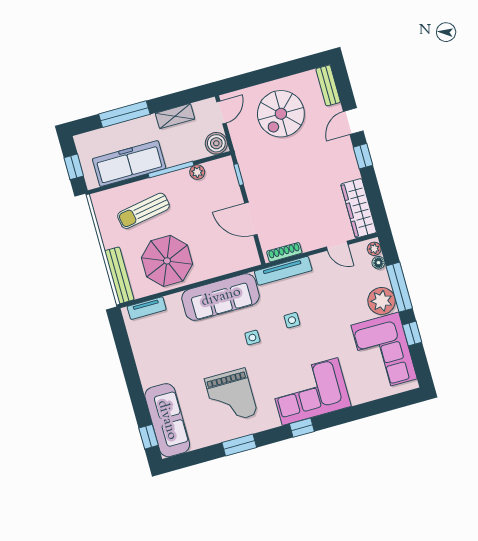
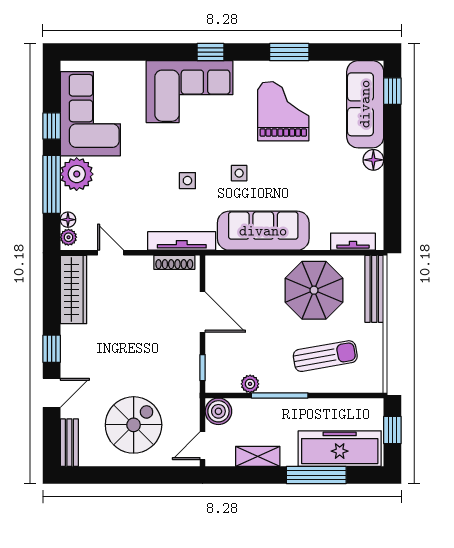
freezer: (129, 164) -> (340, 449), moved, turned 180
floor lamp: (148, 378) -> (373, 160), added

